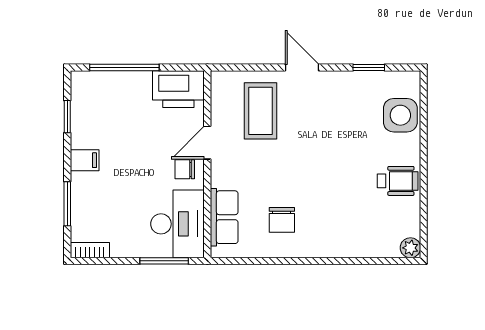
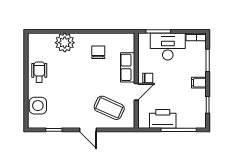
printer: (178, 89) -> (163, 119), moved
coffee table: (260, 111) -> (109, 108), turned -66
wheelchair: (398, 181) -> (39, 72), turned 90
row of seats: (224, 217) -> (128, 67), moved
desk: (177, 224) -> (168, 46), moved, turned 90
plant: (410, 248) -> (65, 43), moved, width x1.88, depth x1.88

